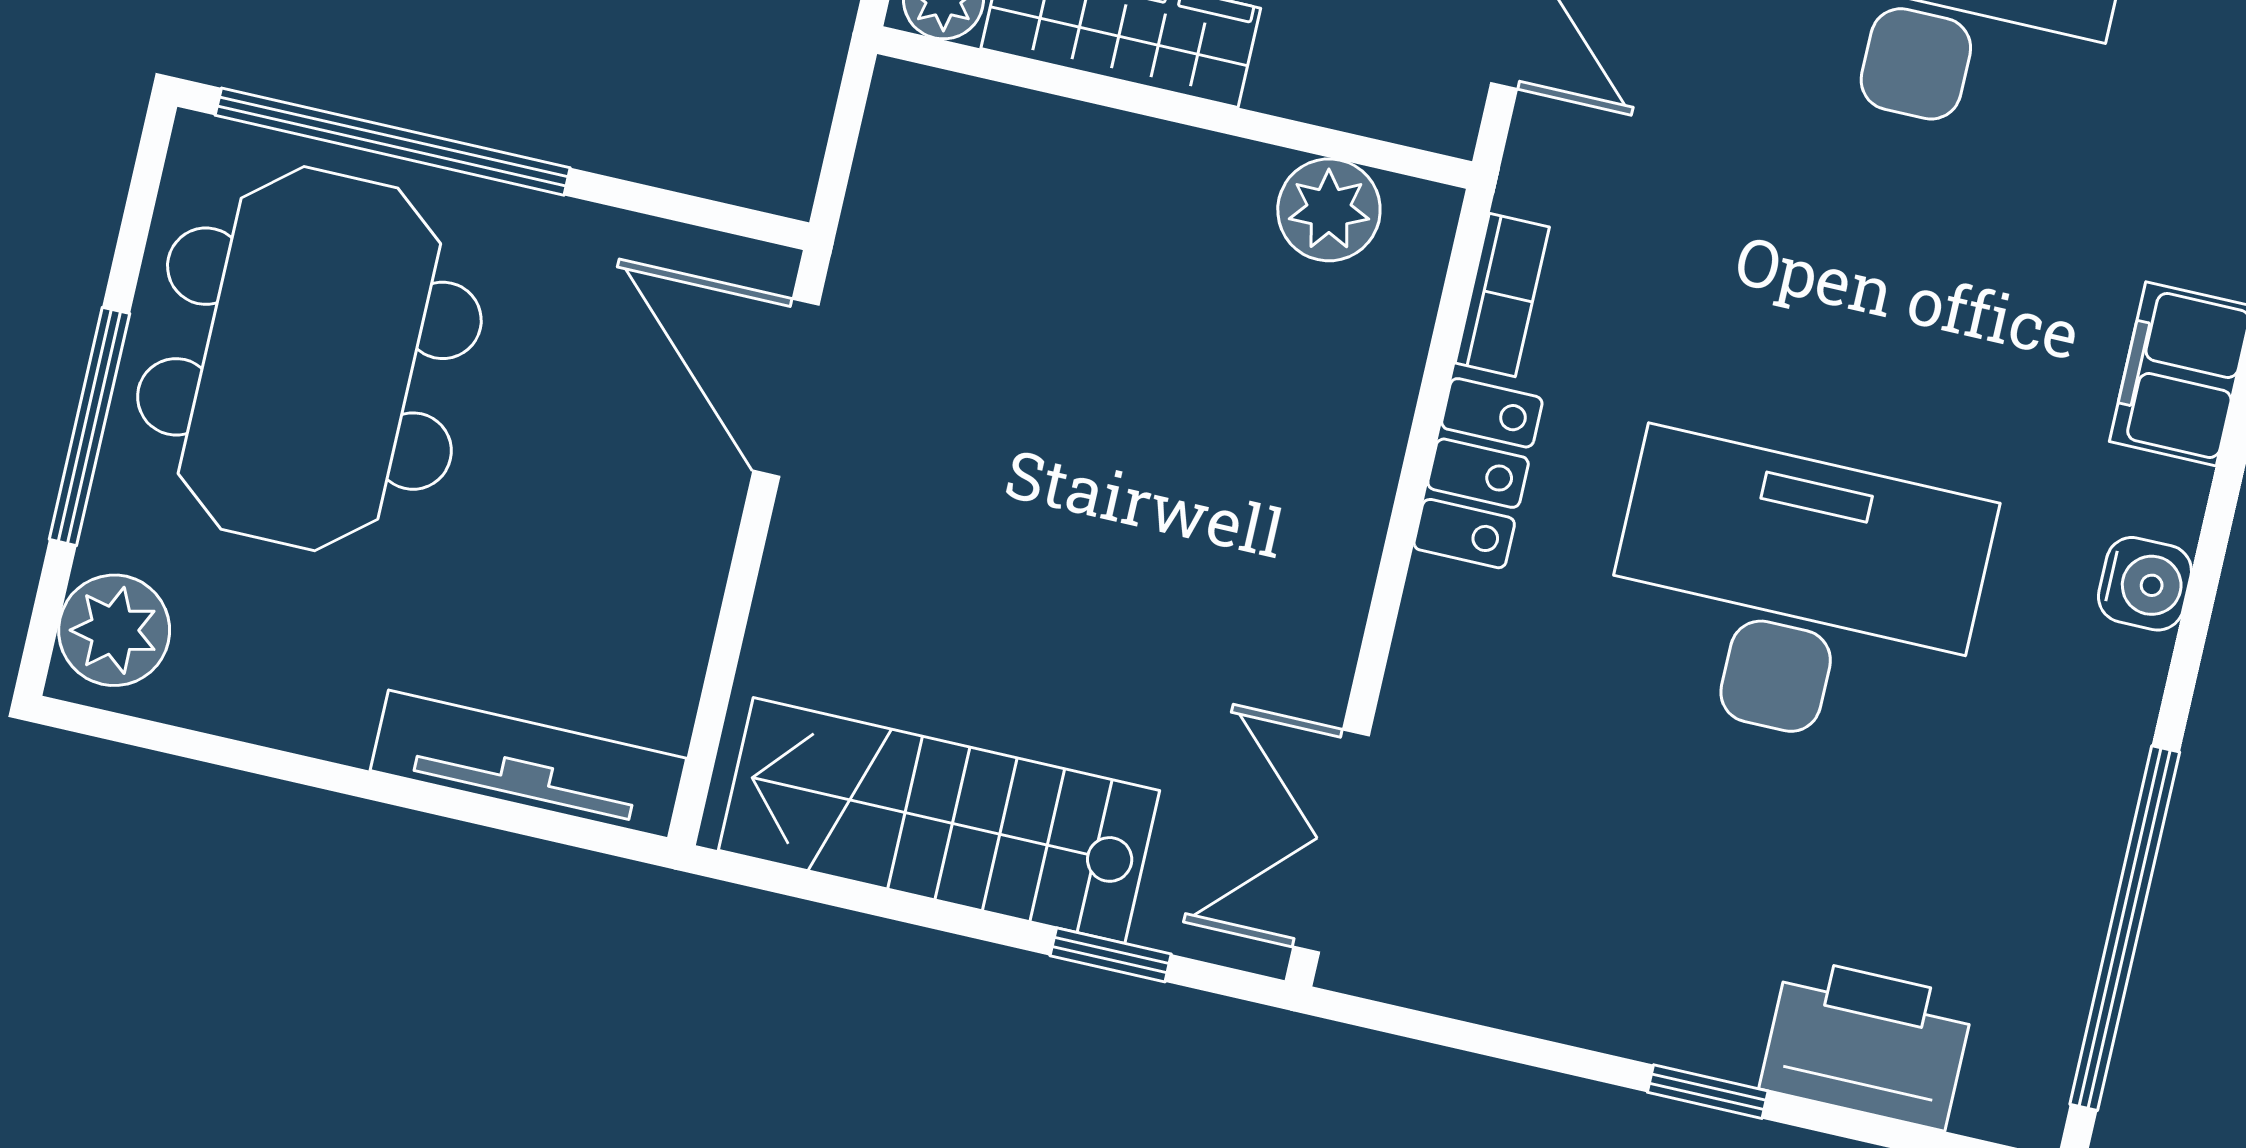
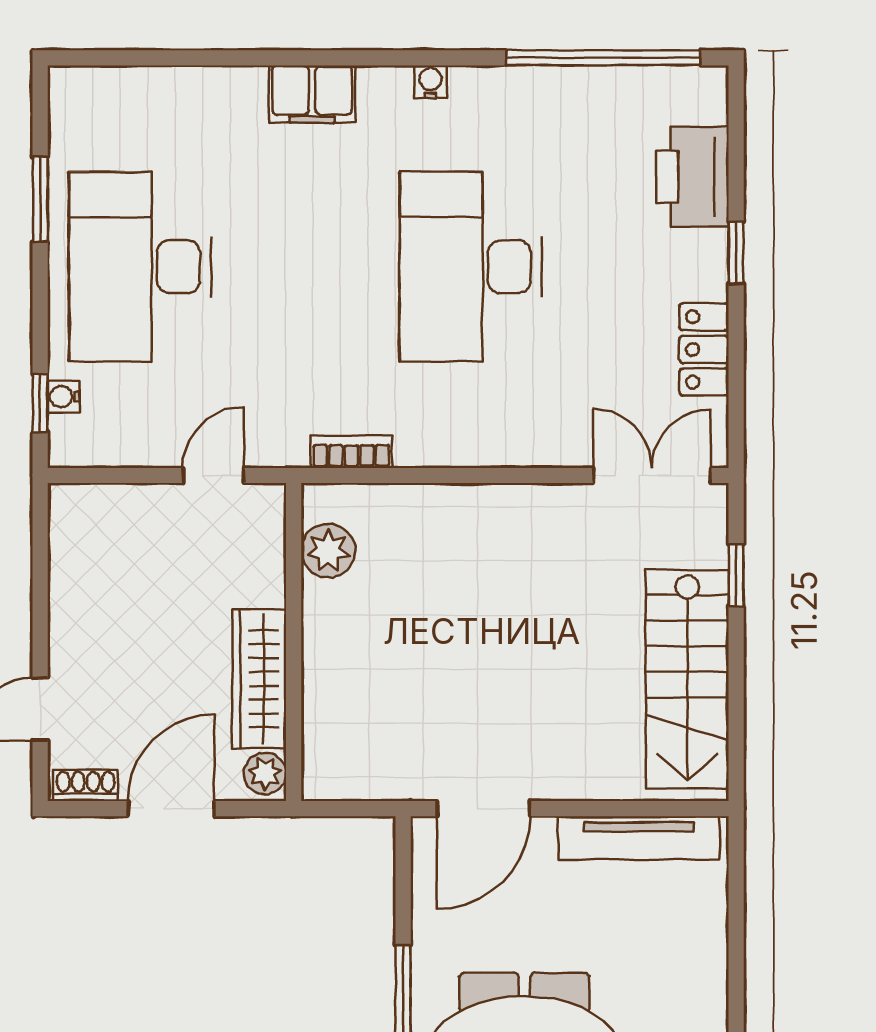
locker: (1478, 473) -> (704, 349), moved, turned -90
water cooler: (2145, 584) -> (430, 82), width x0.72, depth x0.72
tv unit: (528, 764) -> (639, 838), moved, turned -90
double door: (1331, 841) -> (652, 475), swing flipped

